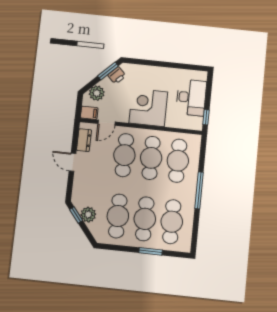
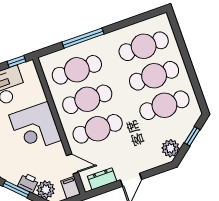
printer: (117, 75) -> (28, 183), moved
window: (199, 190) -> (83, 38), moved
window: (76, 215) -> (192, 136), moved
plant: (88, 215) -> (171, 148), moved
window: (151, 251) -> (185, 54), removed

